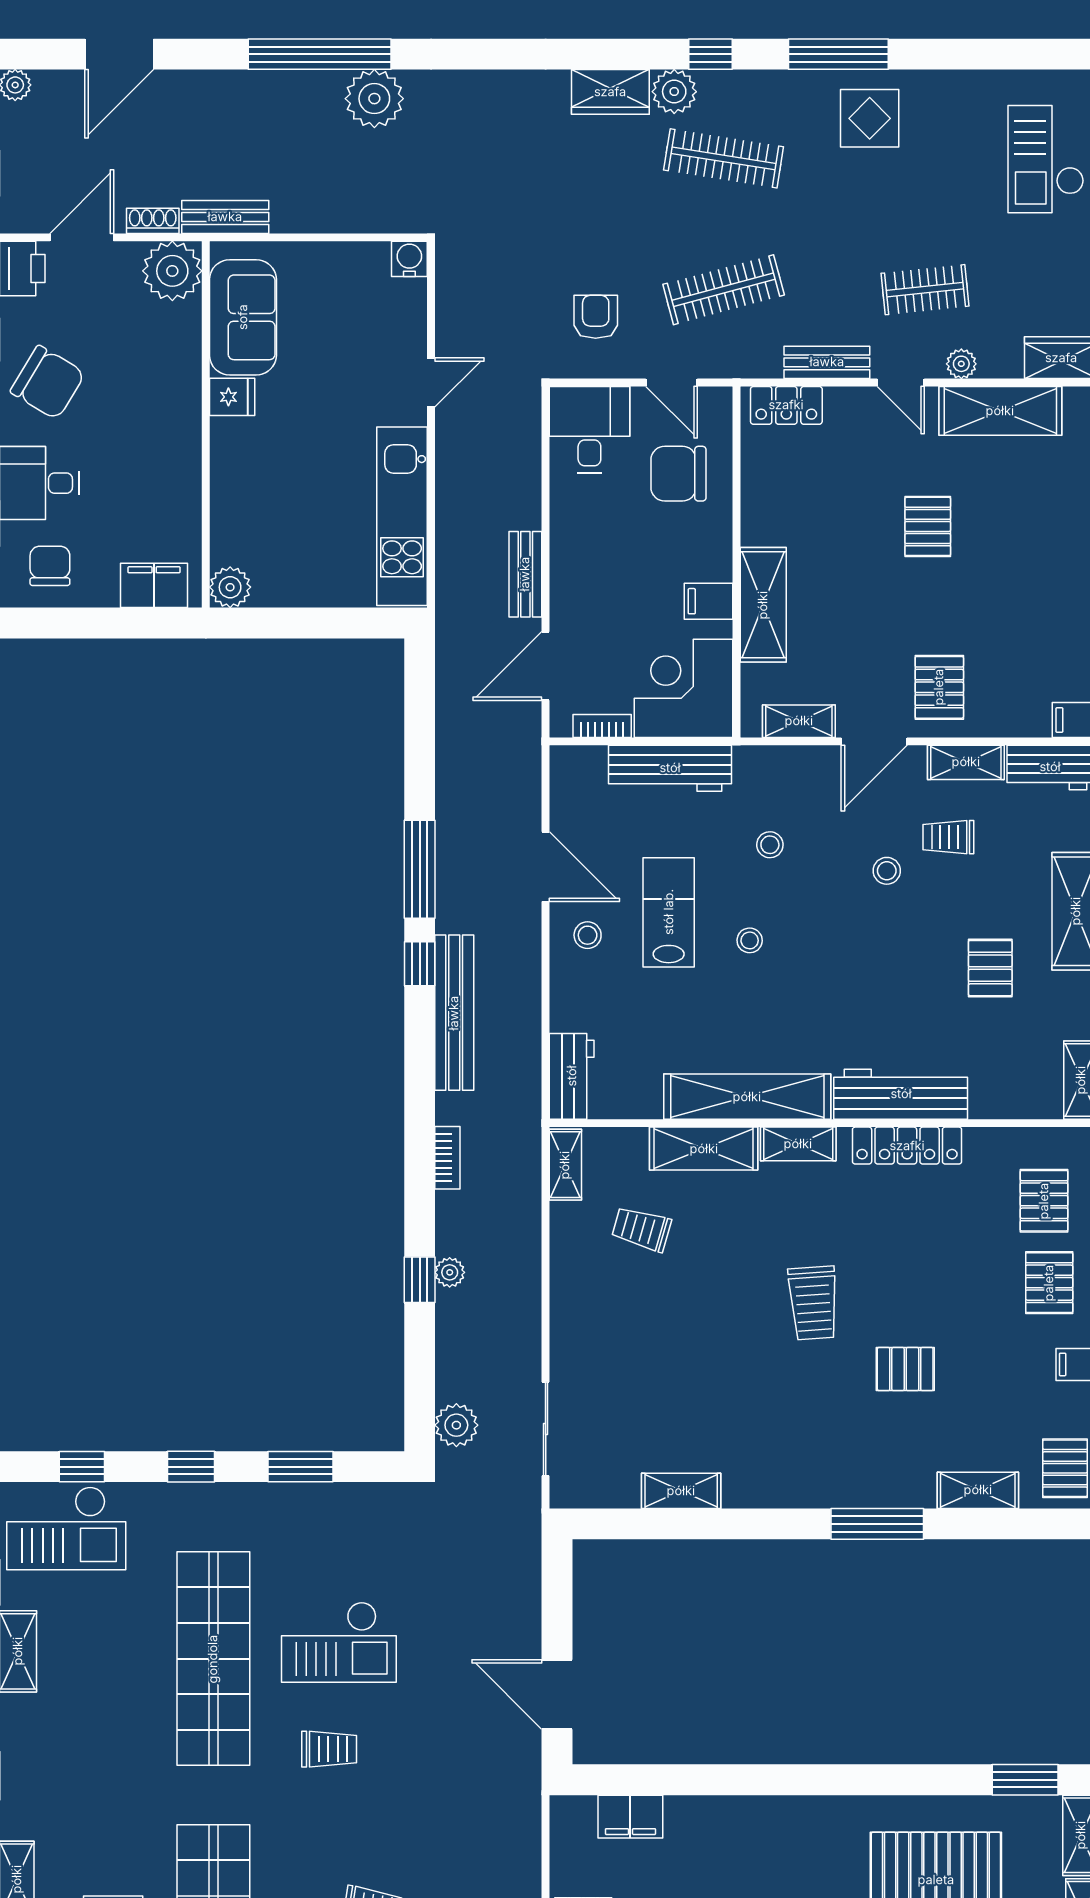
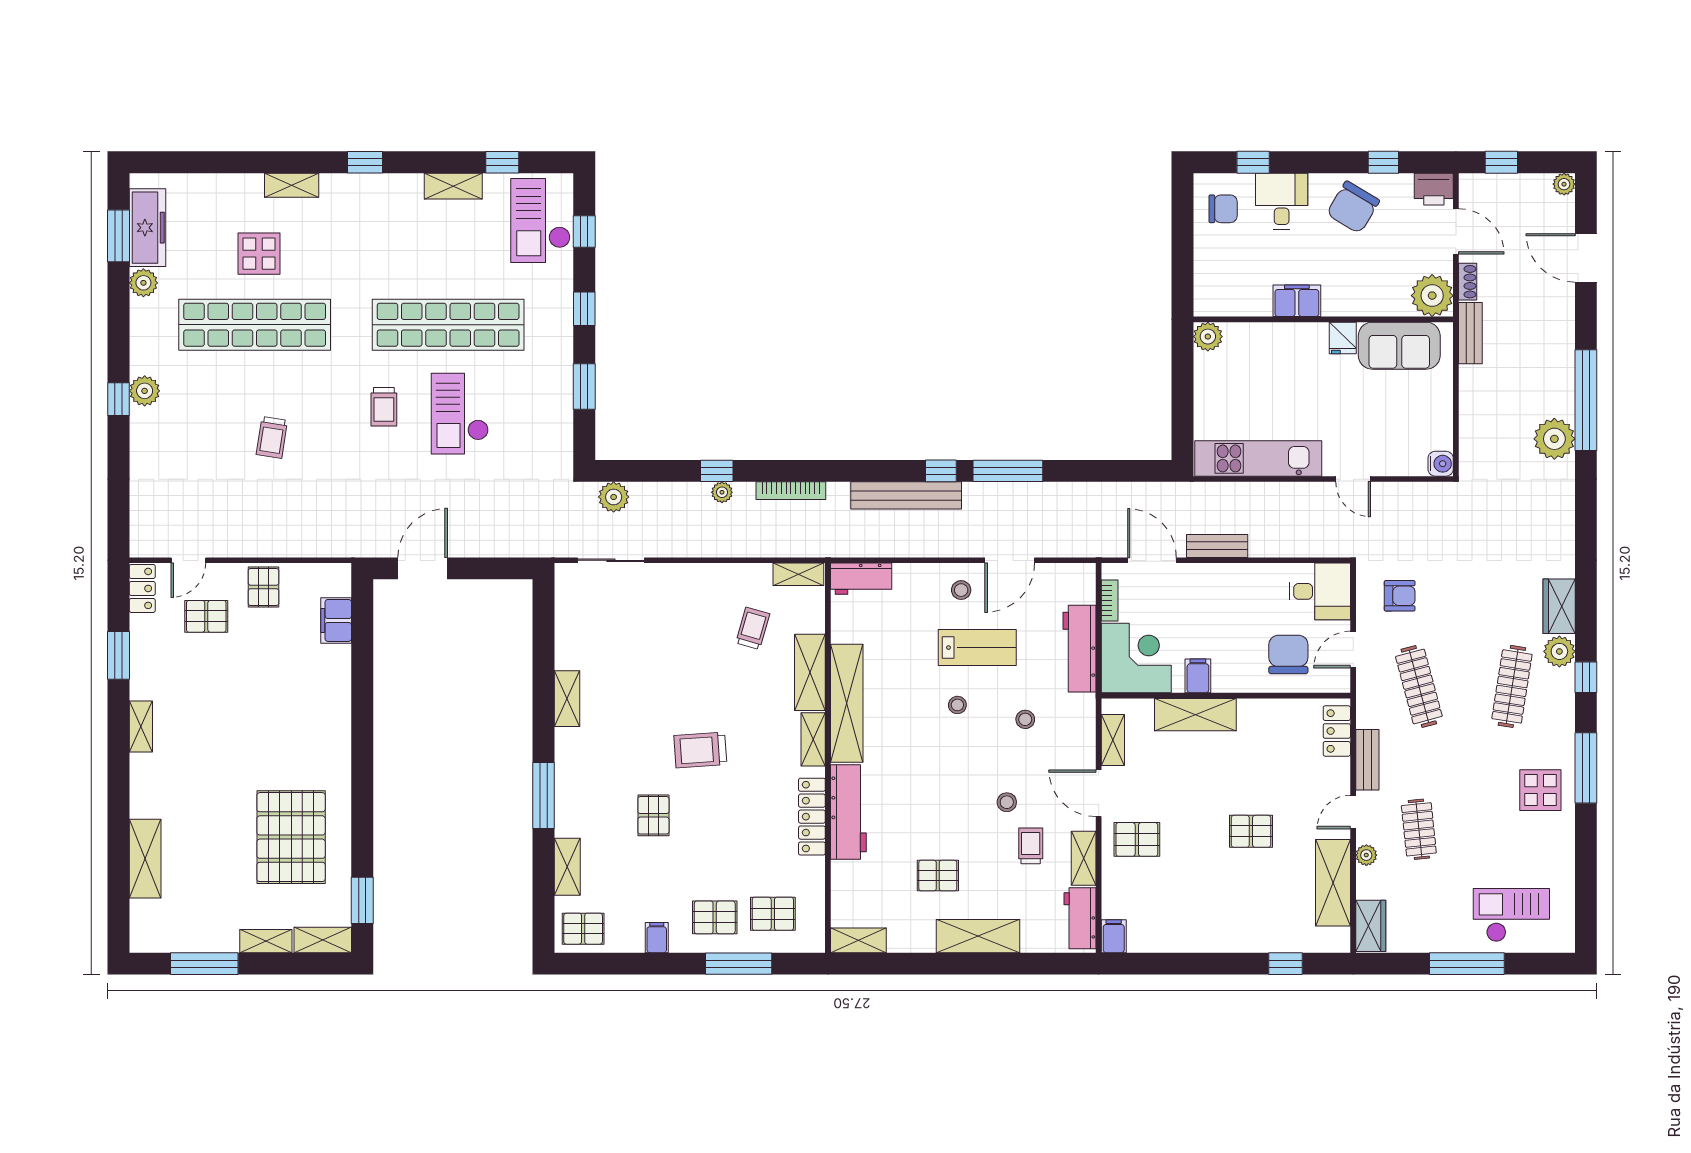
filing cabinet: (154, 585) -> (1297, 301), moved, turned -90
bookcase: (447, 1158) -> (791, 491), width x1.56
shelving: (681, 1491) -> (567, 699), moved

